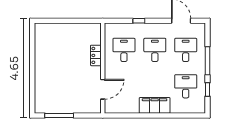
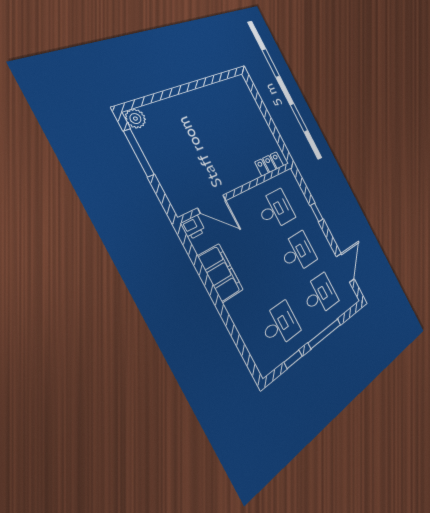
locker: (96, 55) -> (269, 164), moved
filing cabinet: (155, 105) -> (221, 273), moved
plant: (40, 107) -> (135, 119), added
printer: (110, 107) -> (193, 227), added

